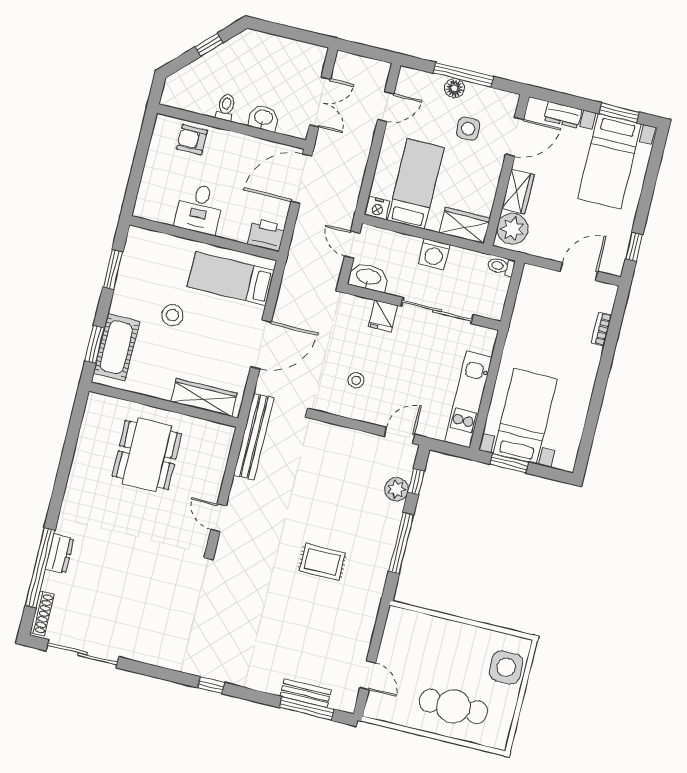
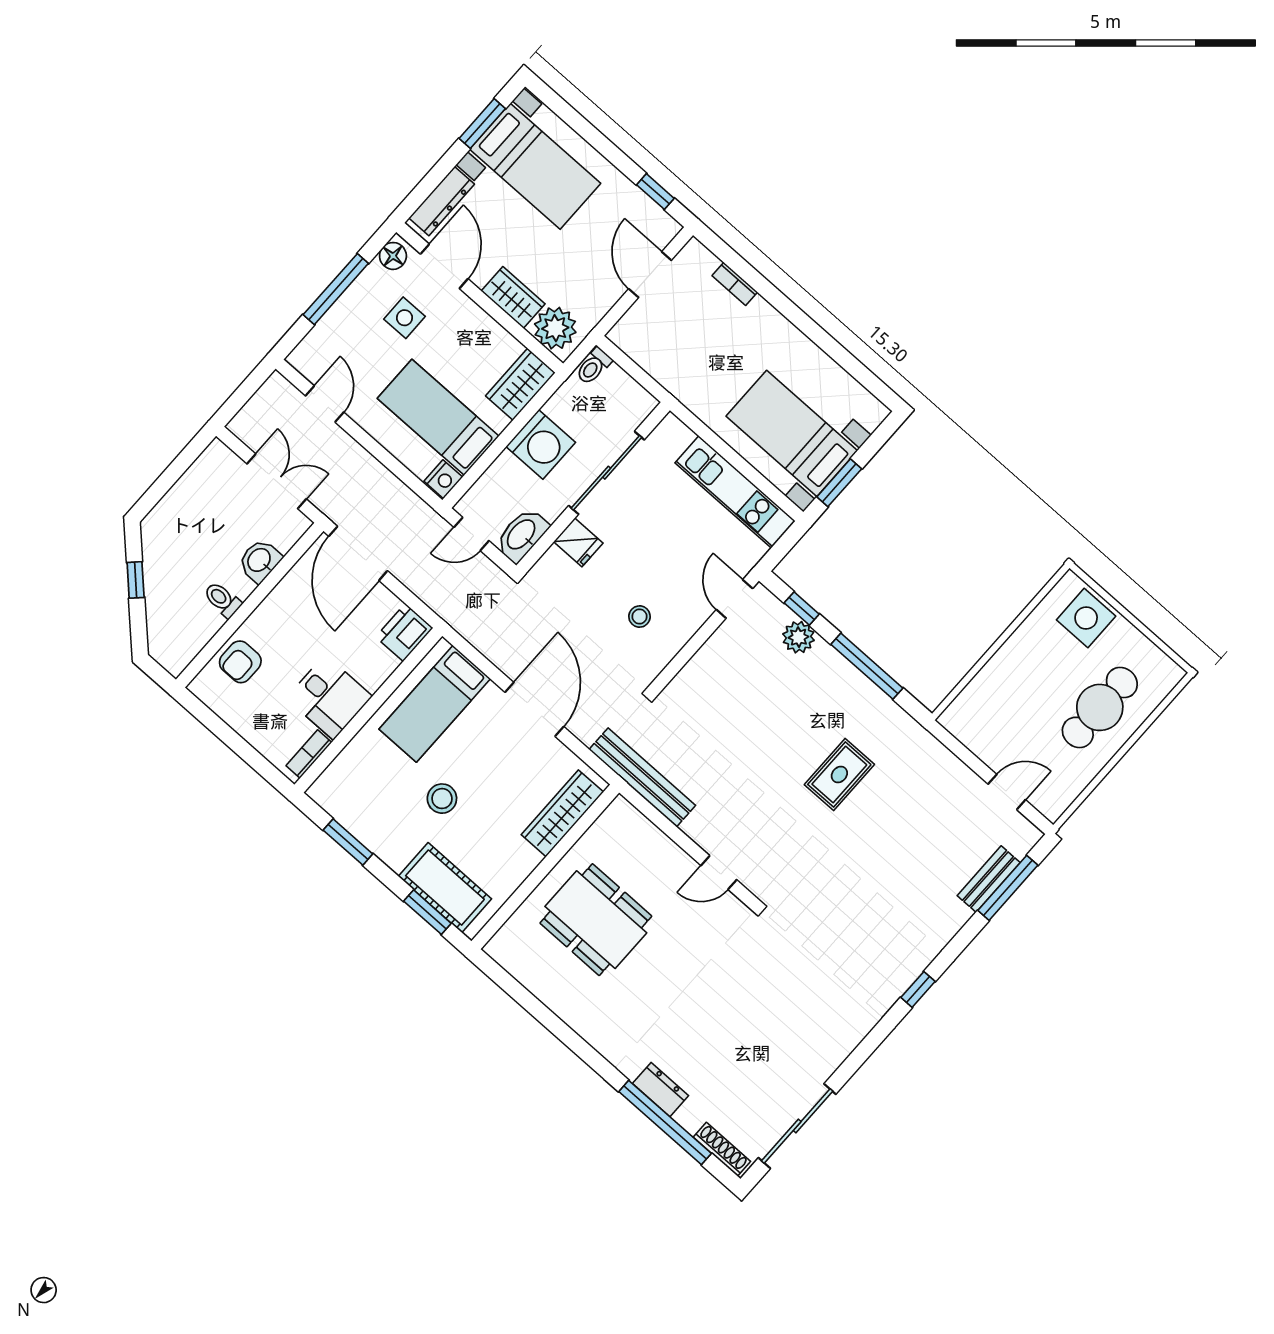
floor lamp: (454, 88) -> (393, 256), moved
dresser: (563, 115) -> (442, 201), width x1.44
bookcase: (156, 215) -> (309, 754), added
washing machine: (434, 254) -> (541, 445), width x1.37, depth x1.37

